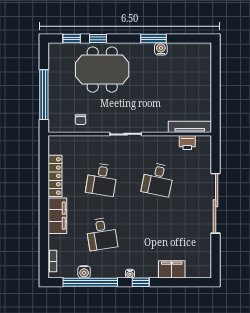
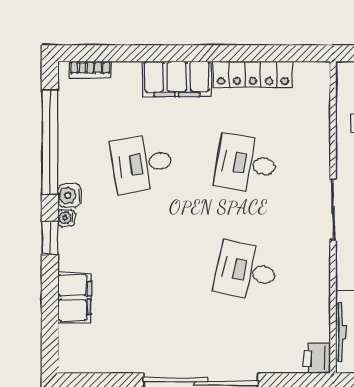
printer: (187, 143) -> (317, 358), moved
water cooler: (84, 272) -> (70, 195), moved

